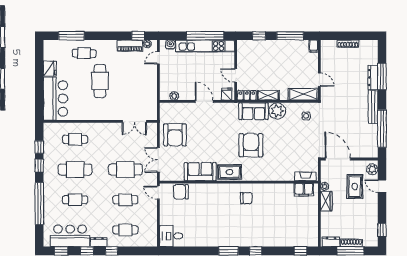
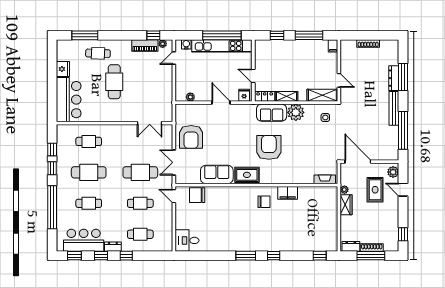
filing cabinet: (304, 190) -> (288, 193), moved

